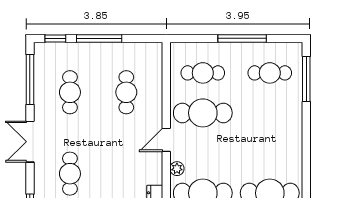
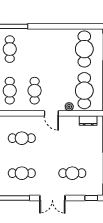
cafe table: (203, 113) -> (35, 91), width x0.73, depth x0.74

